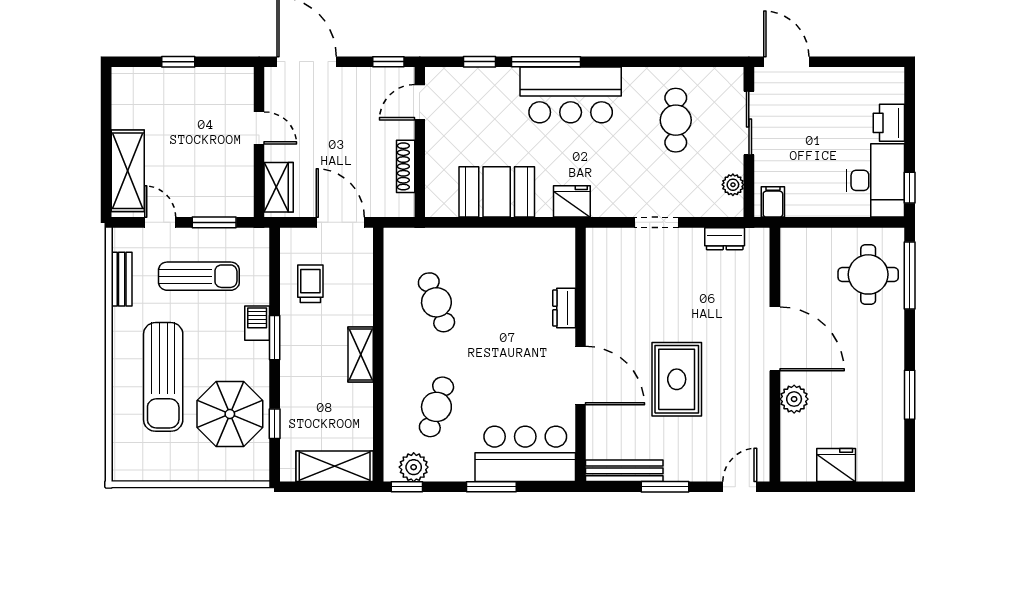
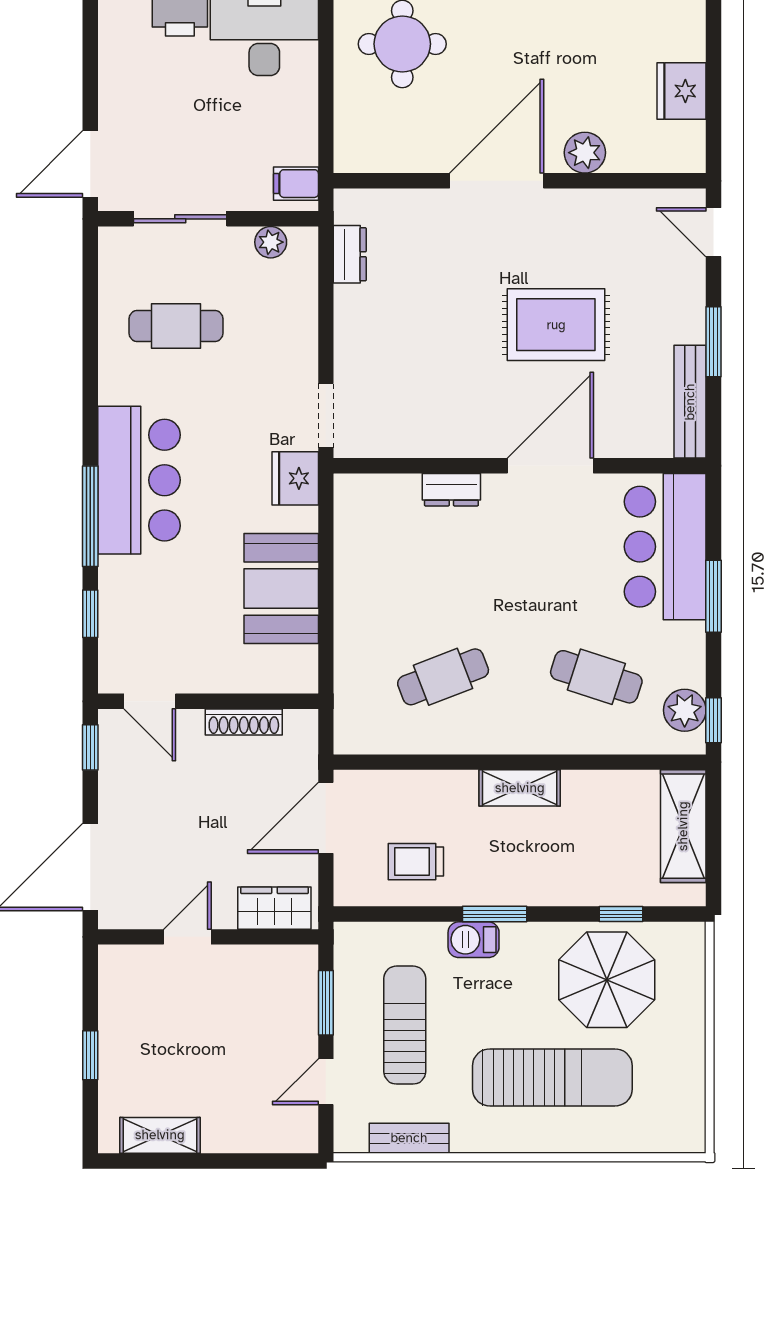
shelving: (128, 171) -> (160, 1135), moved, width x0.67, depth x0.75
doorway: (657, 222) -> (326, 416), moved

